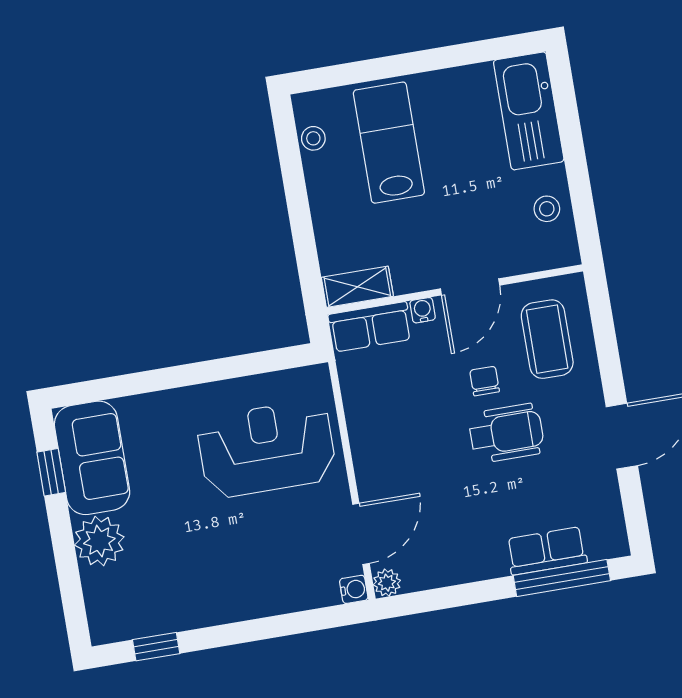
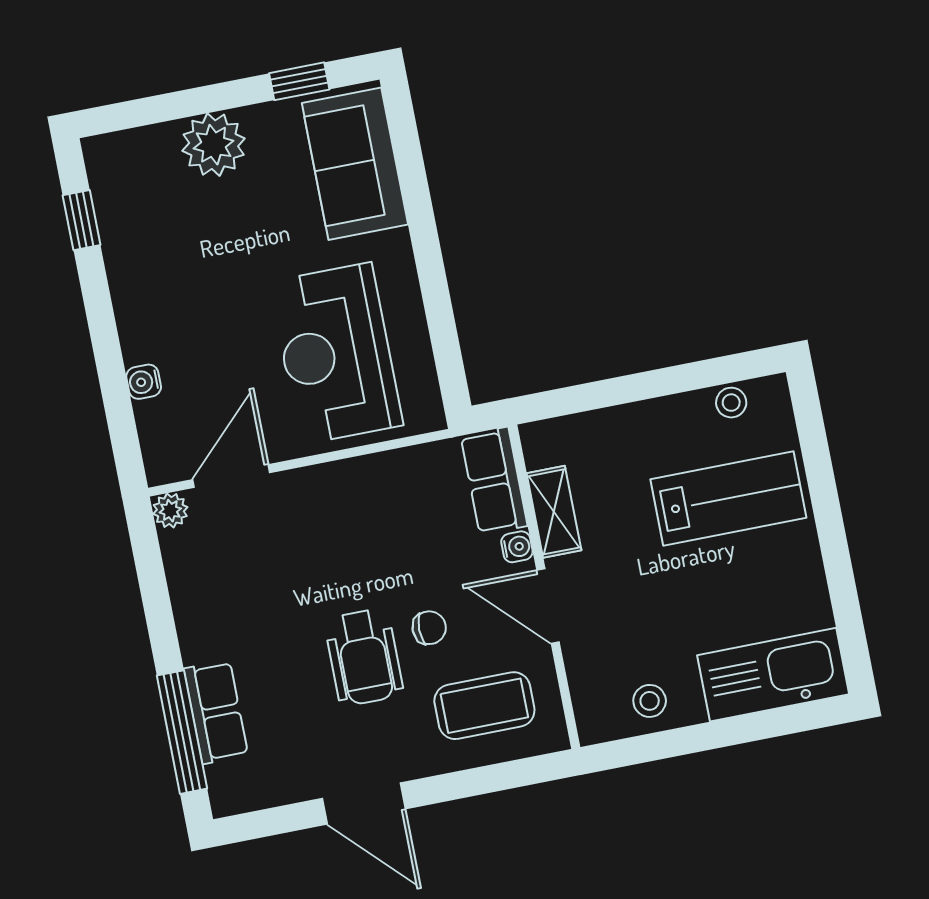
shelving: (357, 287) -> (554, 512), moved
reception desk: (267, 449) -> (336, 354), turned 180
sofa: (92, 458) -> (355, 164), moved, turned 90
door: (361, 534) -> (231, 476), swing flipped
water cooler: (354, 589) -> (144, 382), moved, turned 90

